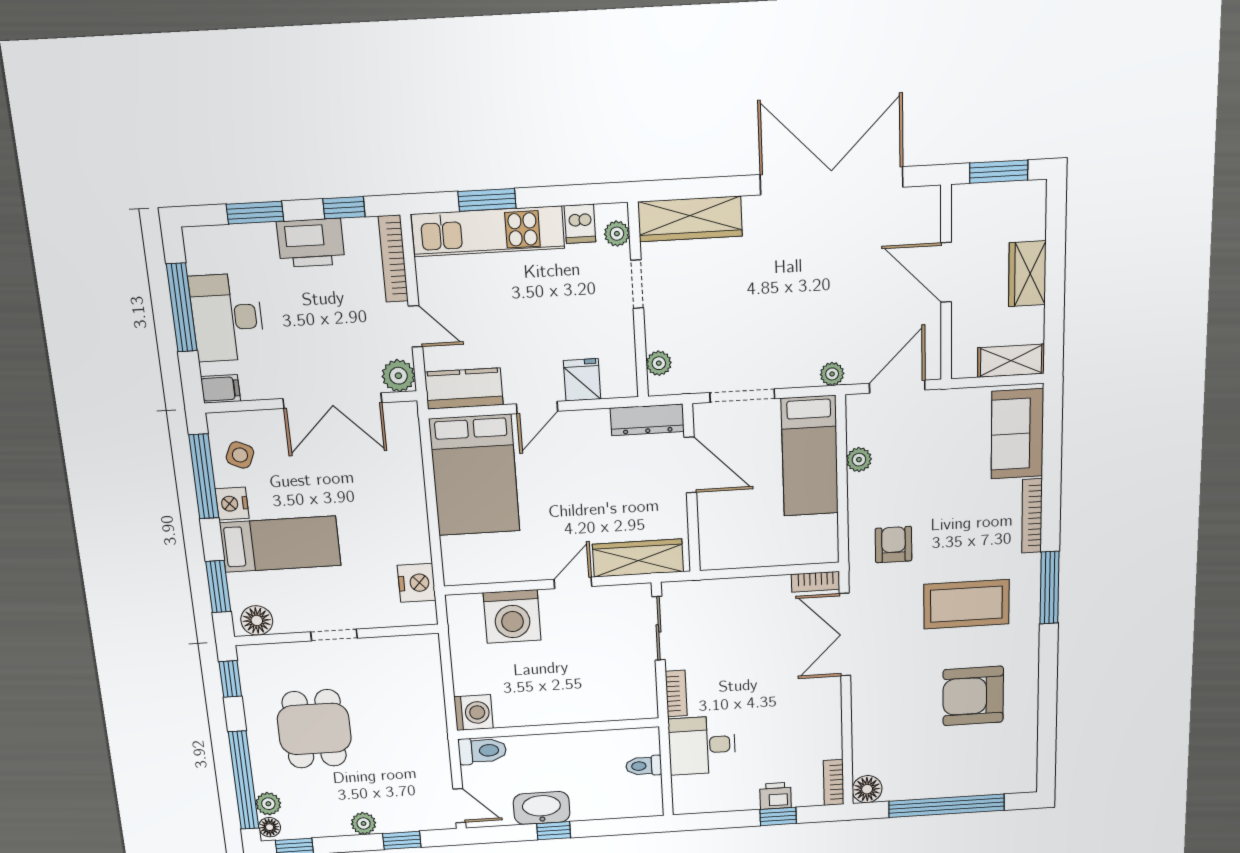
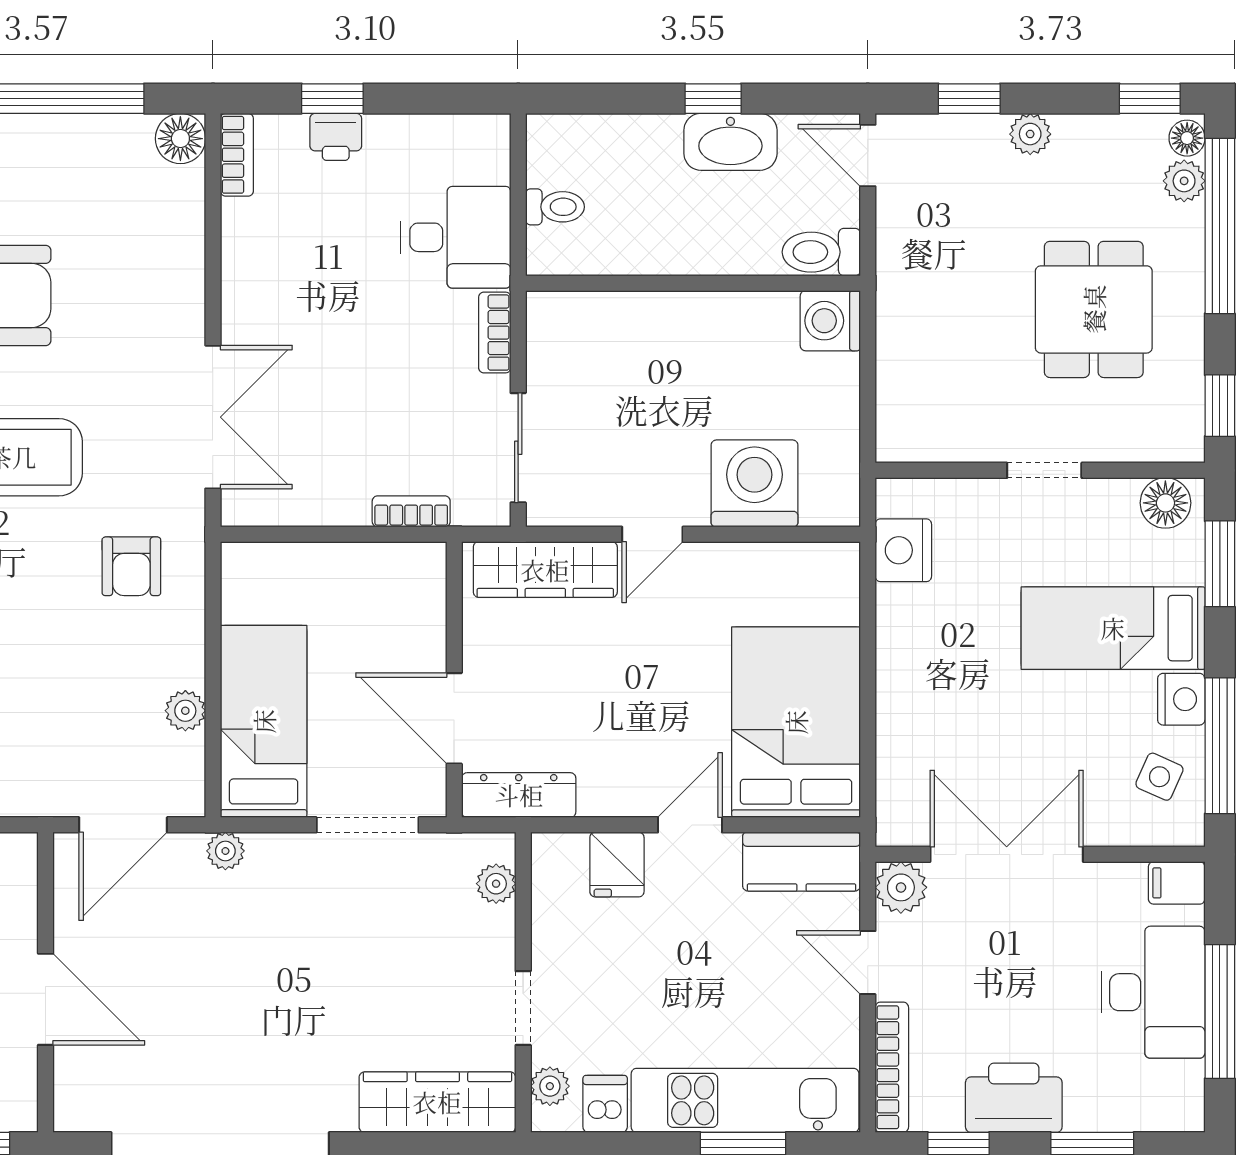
bookcase: (816, 582) -> (411, 511), moved

